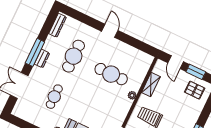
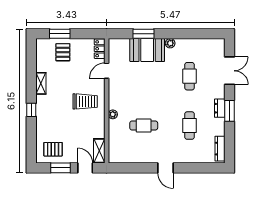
window: (35, 52) -> (230, 111), width x0.69
cafe table: (74, 56) -> (190, 126), width x0.73, depth x0.74
cafe table: (111, 74) -> (144, 126), width x0.73, depth x0.74
shelving: (151, 85) -> (99, 151), moved

